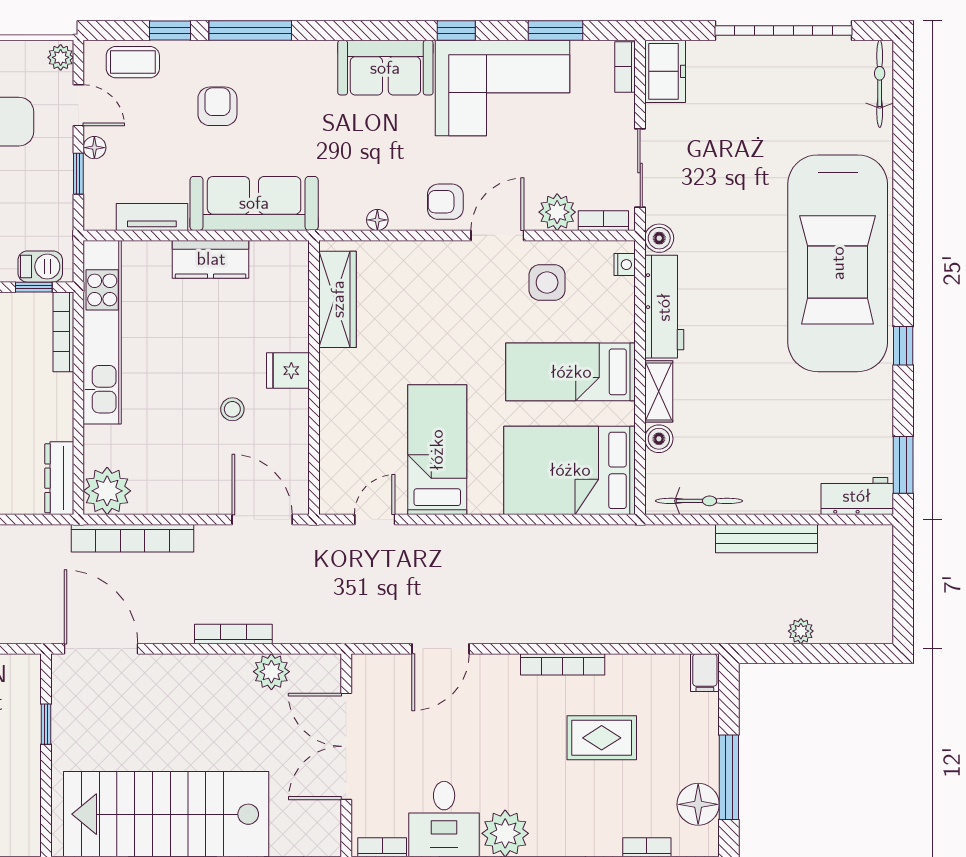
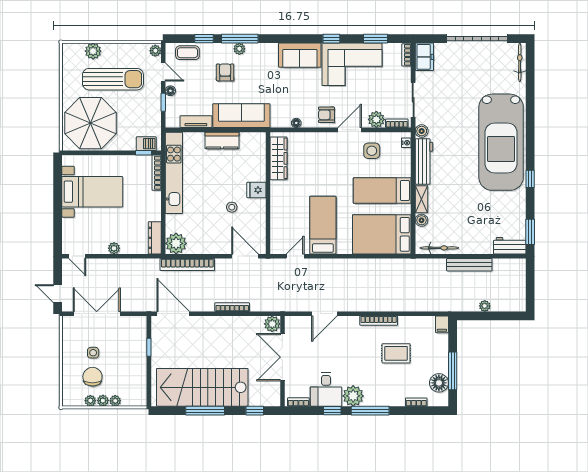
plant: (250, 53) -> (239, 49), added
plant: (271, 672) -> (272, 324), moved

